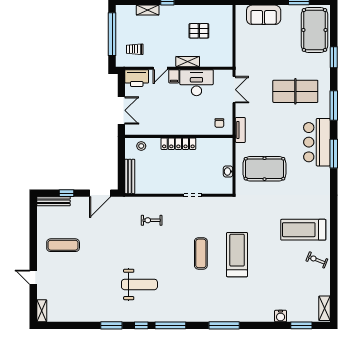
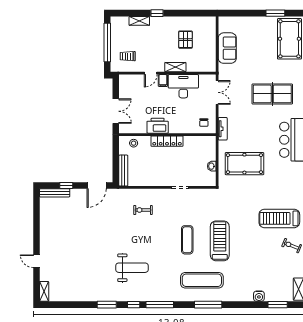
sofa: (264, 15) -> (227, 48), moved, turned -90
pallet: (199, 31) -> (185, 40), turned 90
printer: (137, 78) -> (158, 126), moved, turned 180
exercise mat: (63, 245) -> (202, 280), moved, width x1.36, depth x1.45

